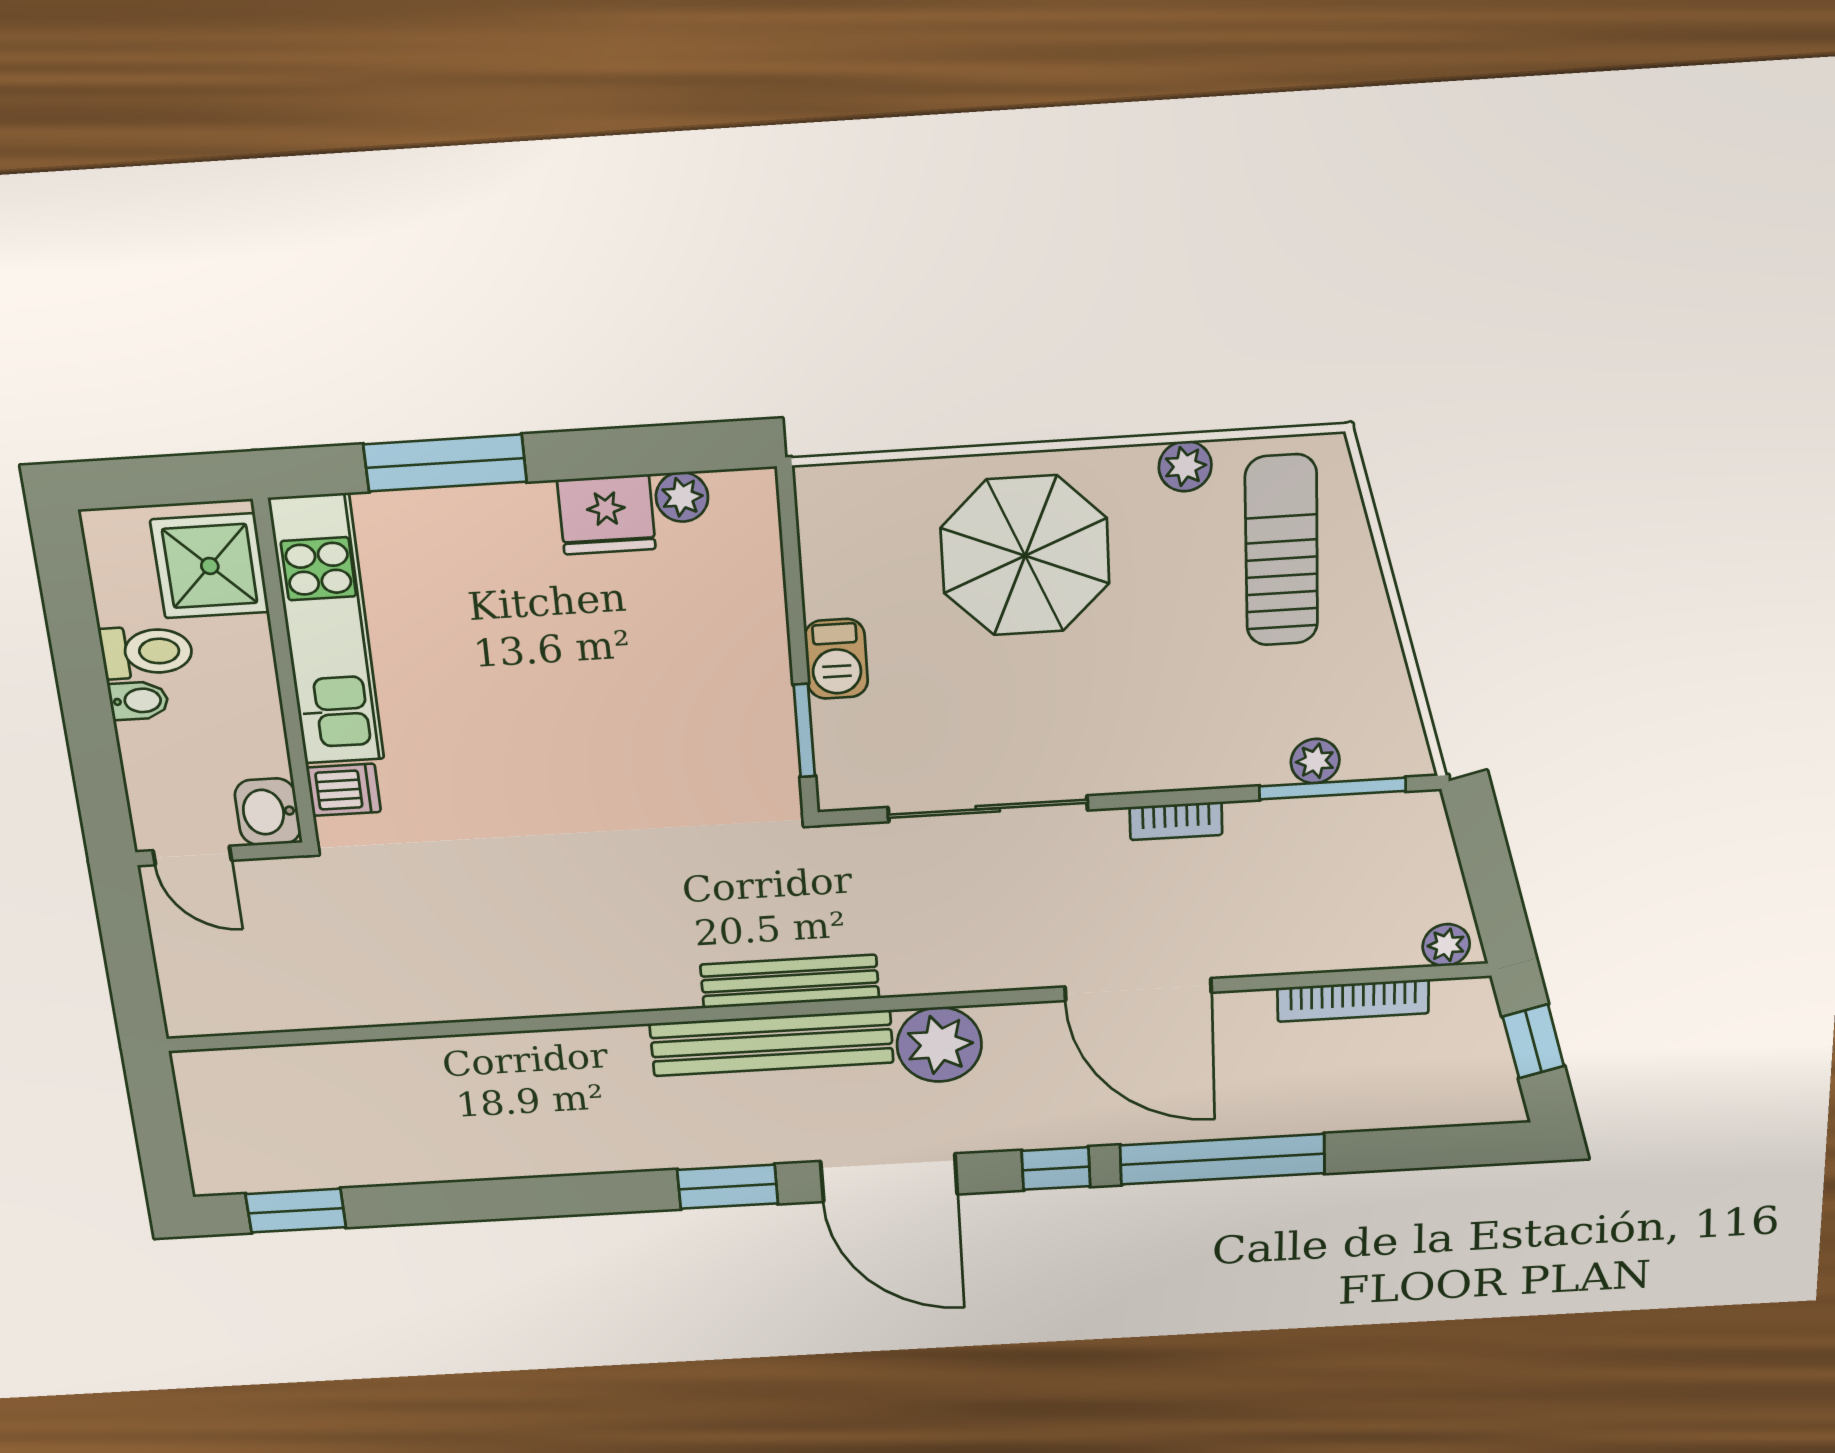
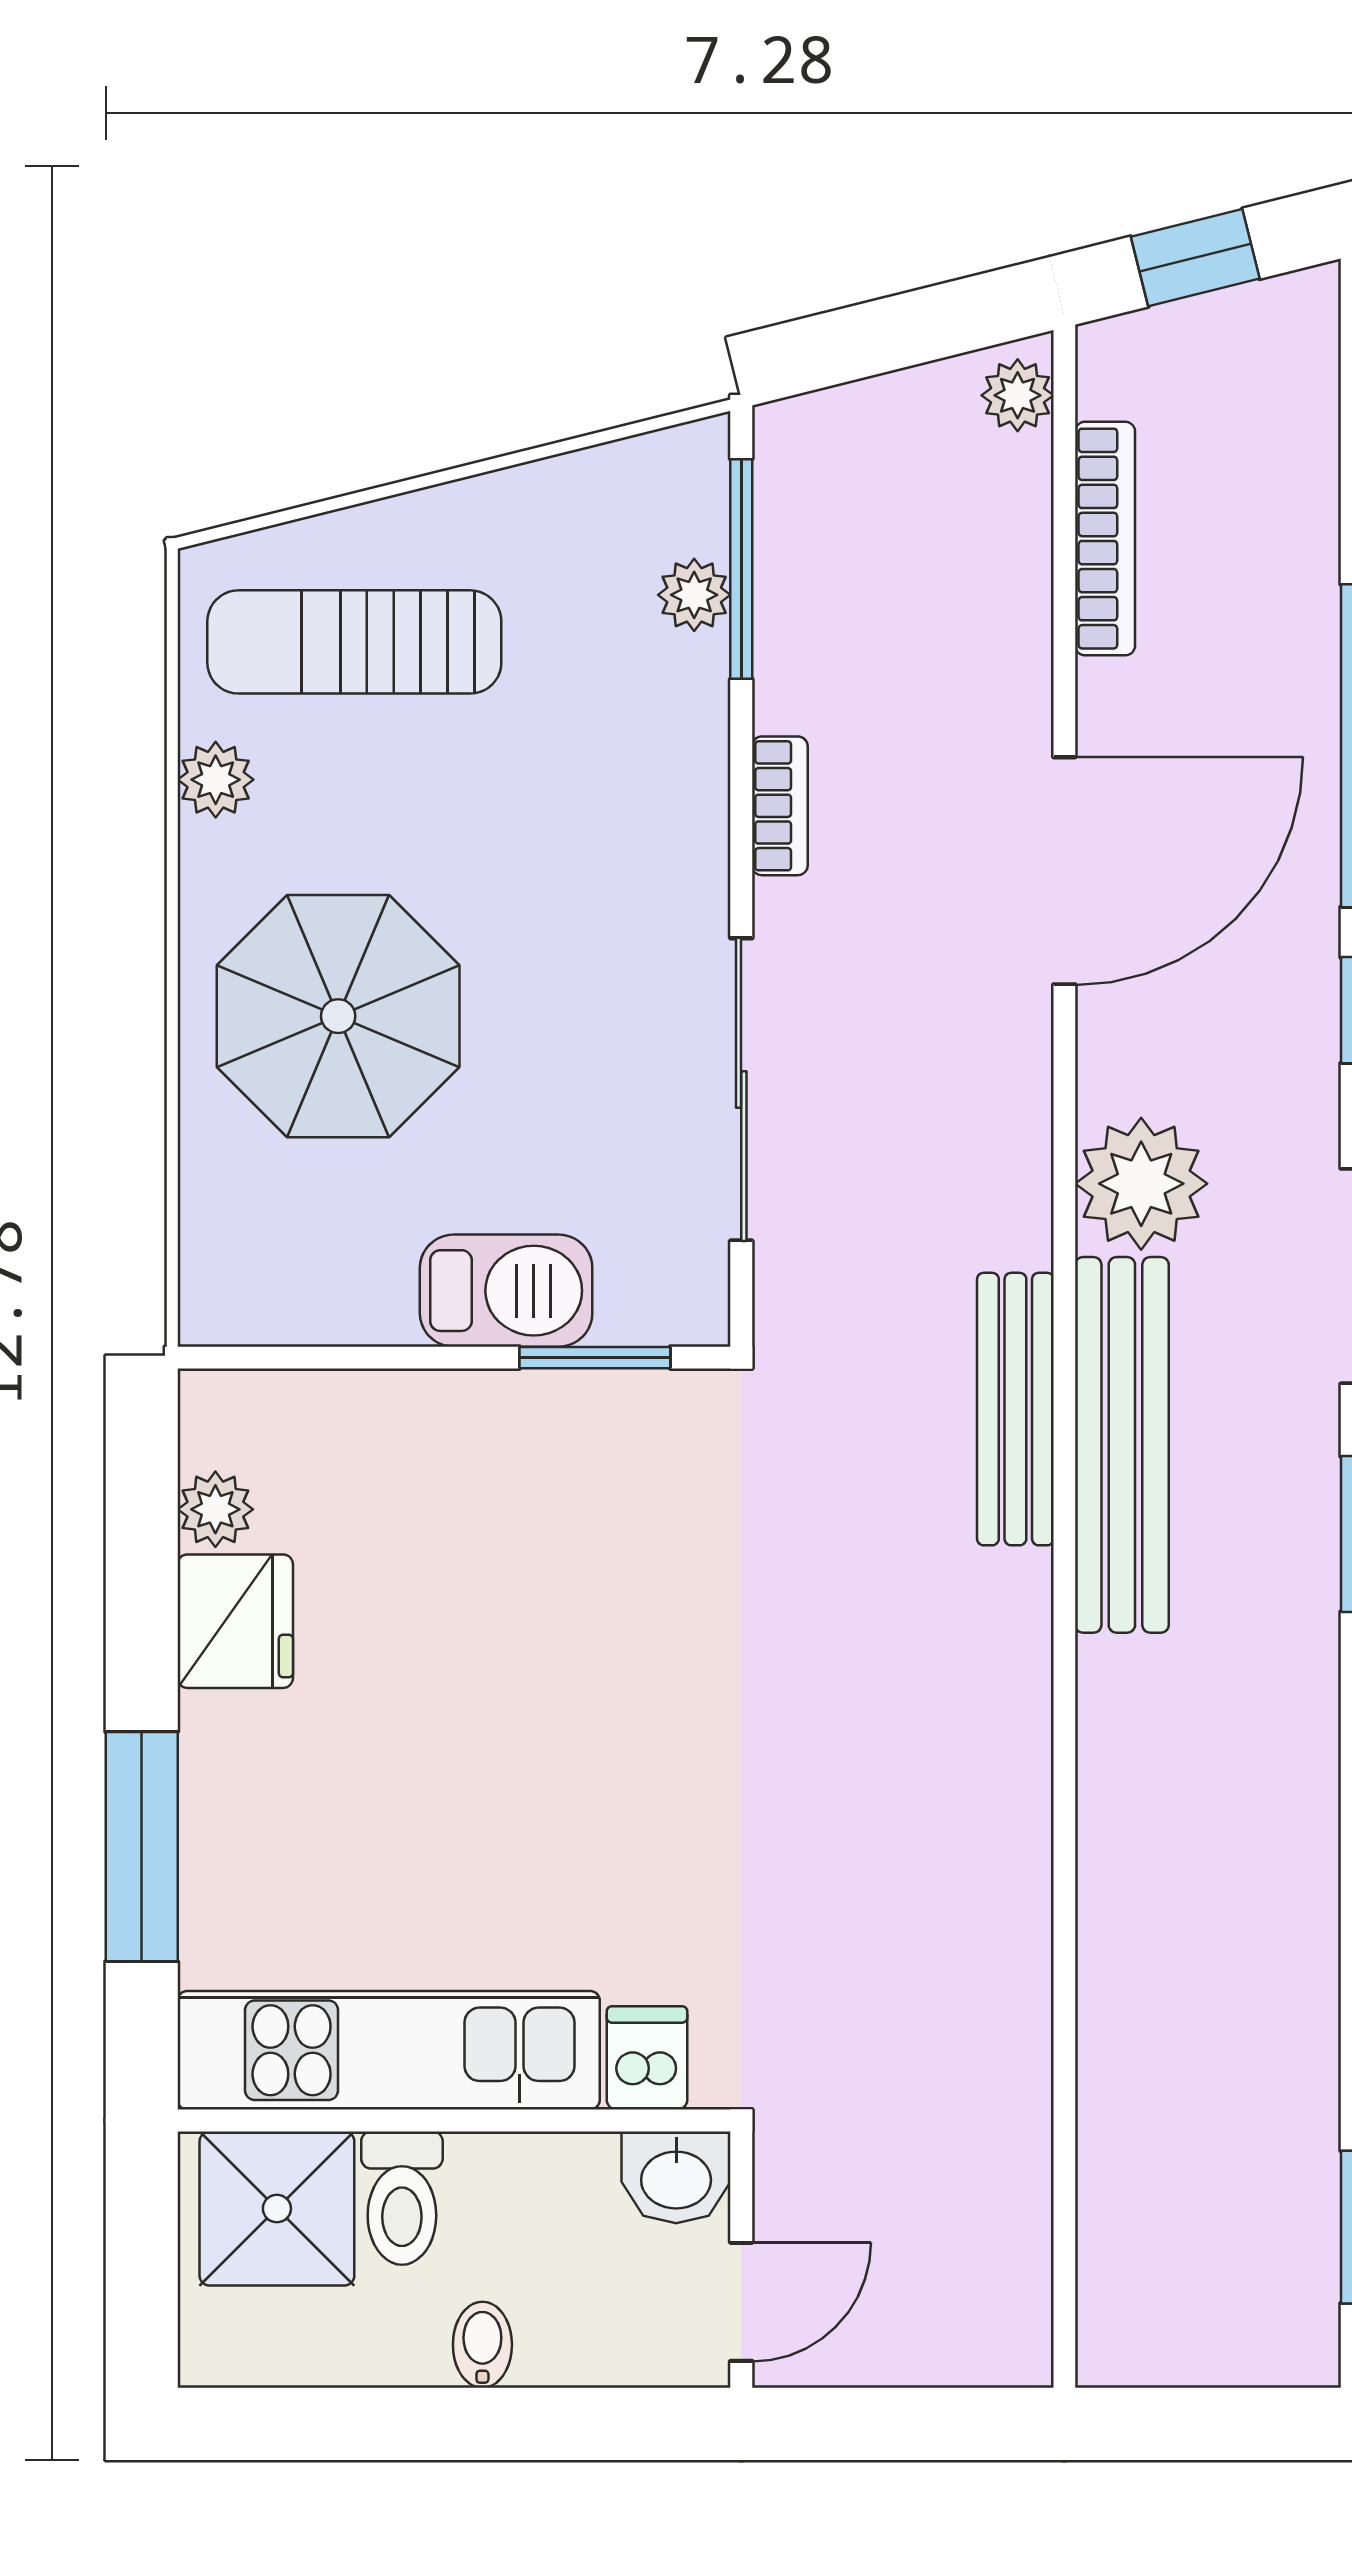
toilet: (147, 652) -> (402, 2198), moved, turned 180
barbecue: (836, 659) -> (506, 1291), width x1.38, depth x1.27

